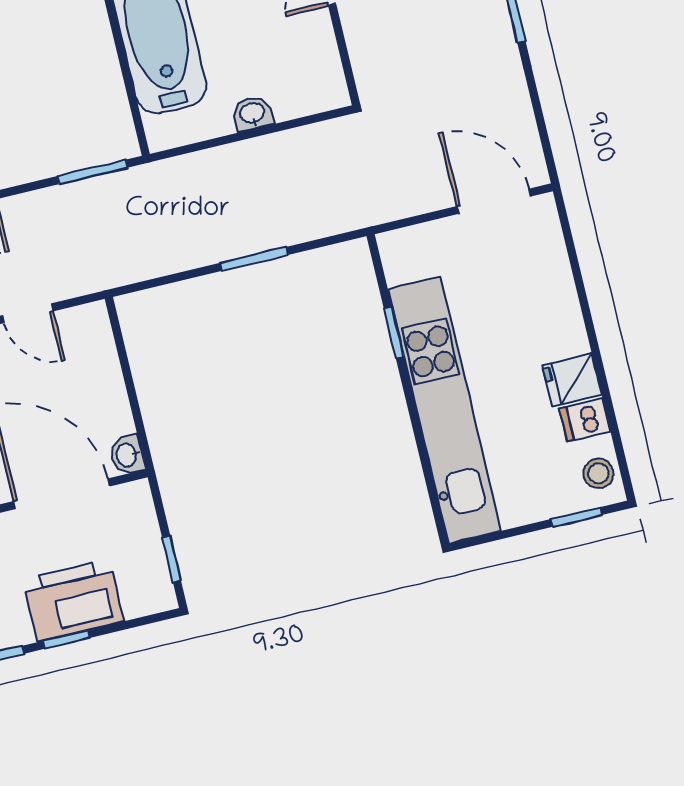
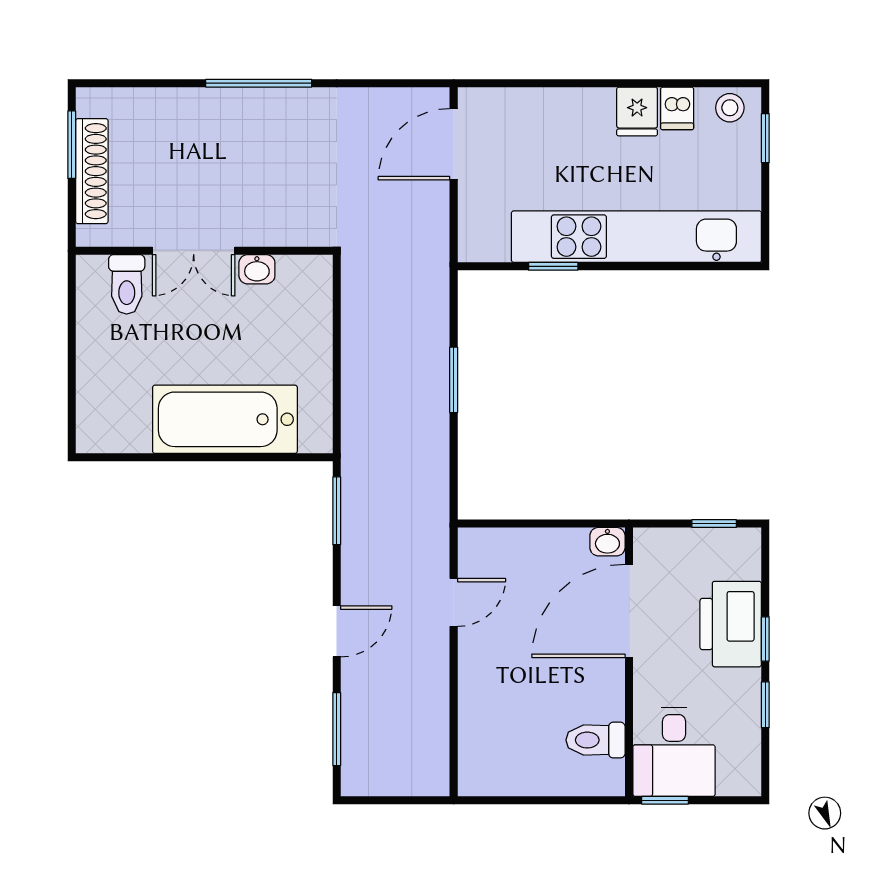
washbasin: (252, 114) -> (257, 269), moved, turned -90

